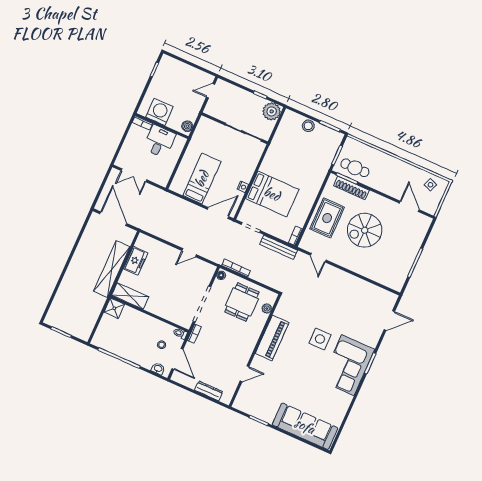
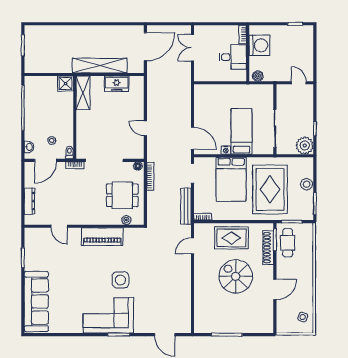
rug: (298, 162) -> (270, 189), added
bed: (202, 179) -> (242, 131), moved, turned -90
door: (409, 206) -> (275, 289), moved

